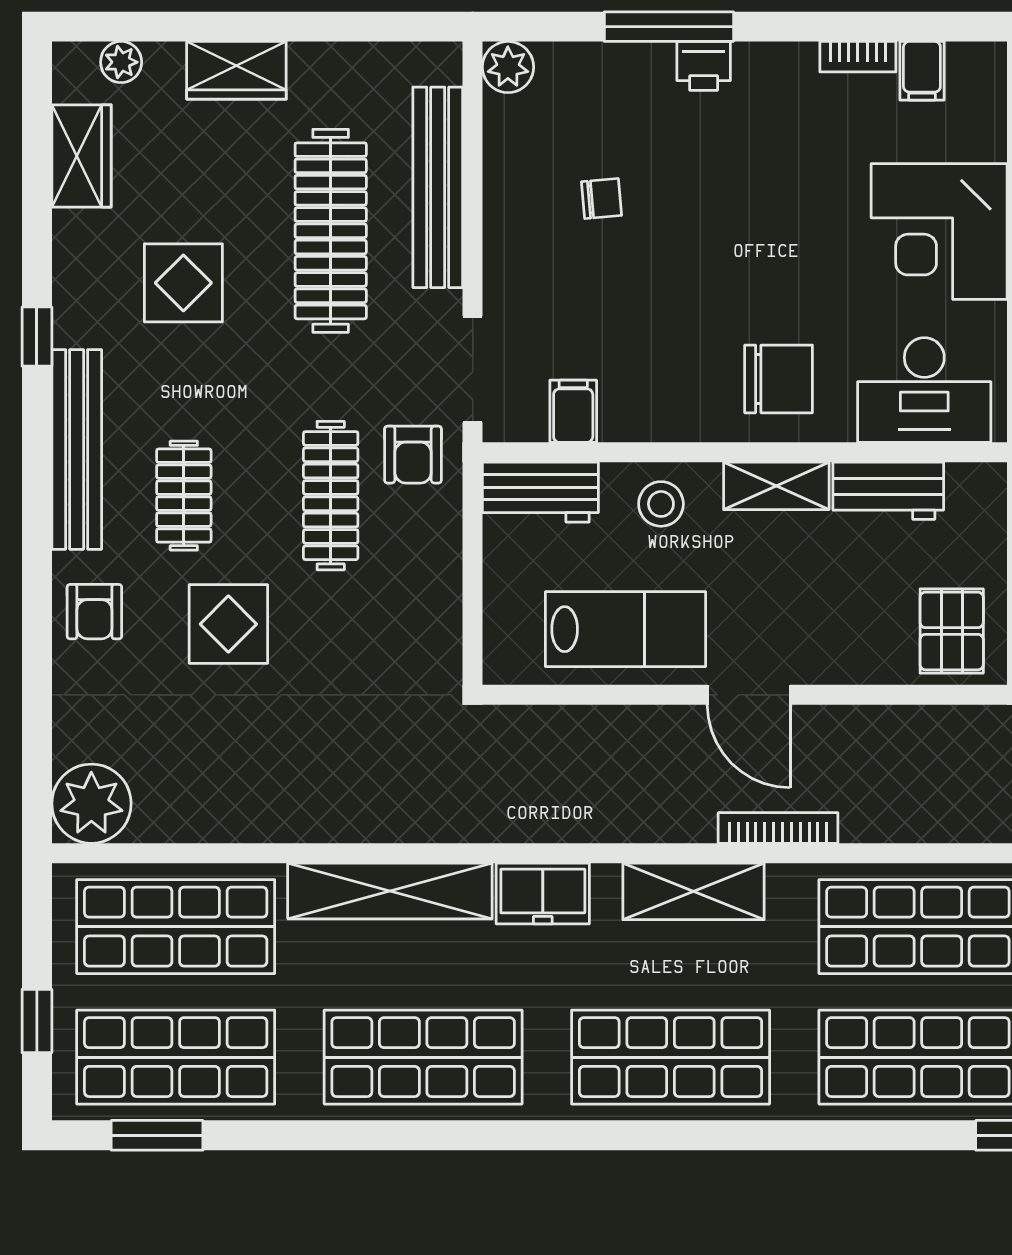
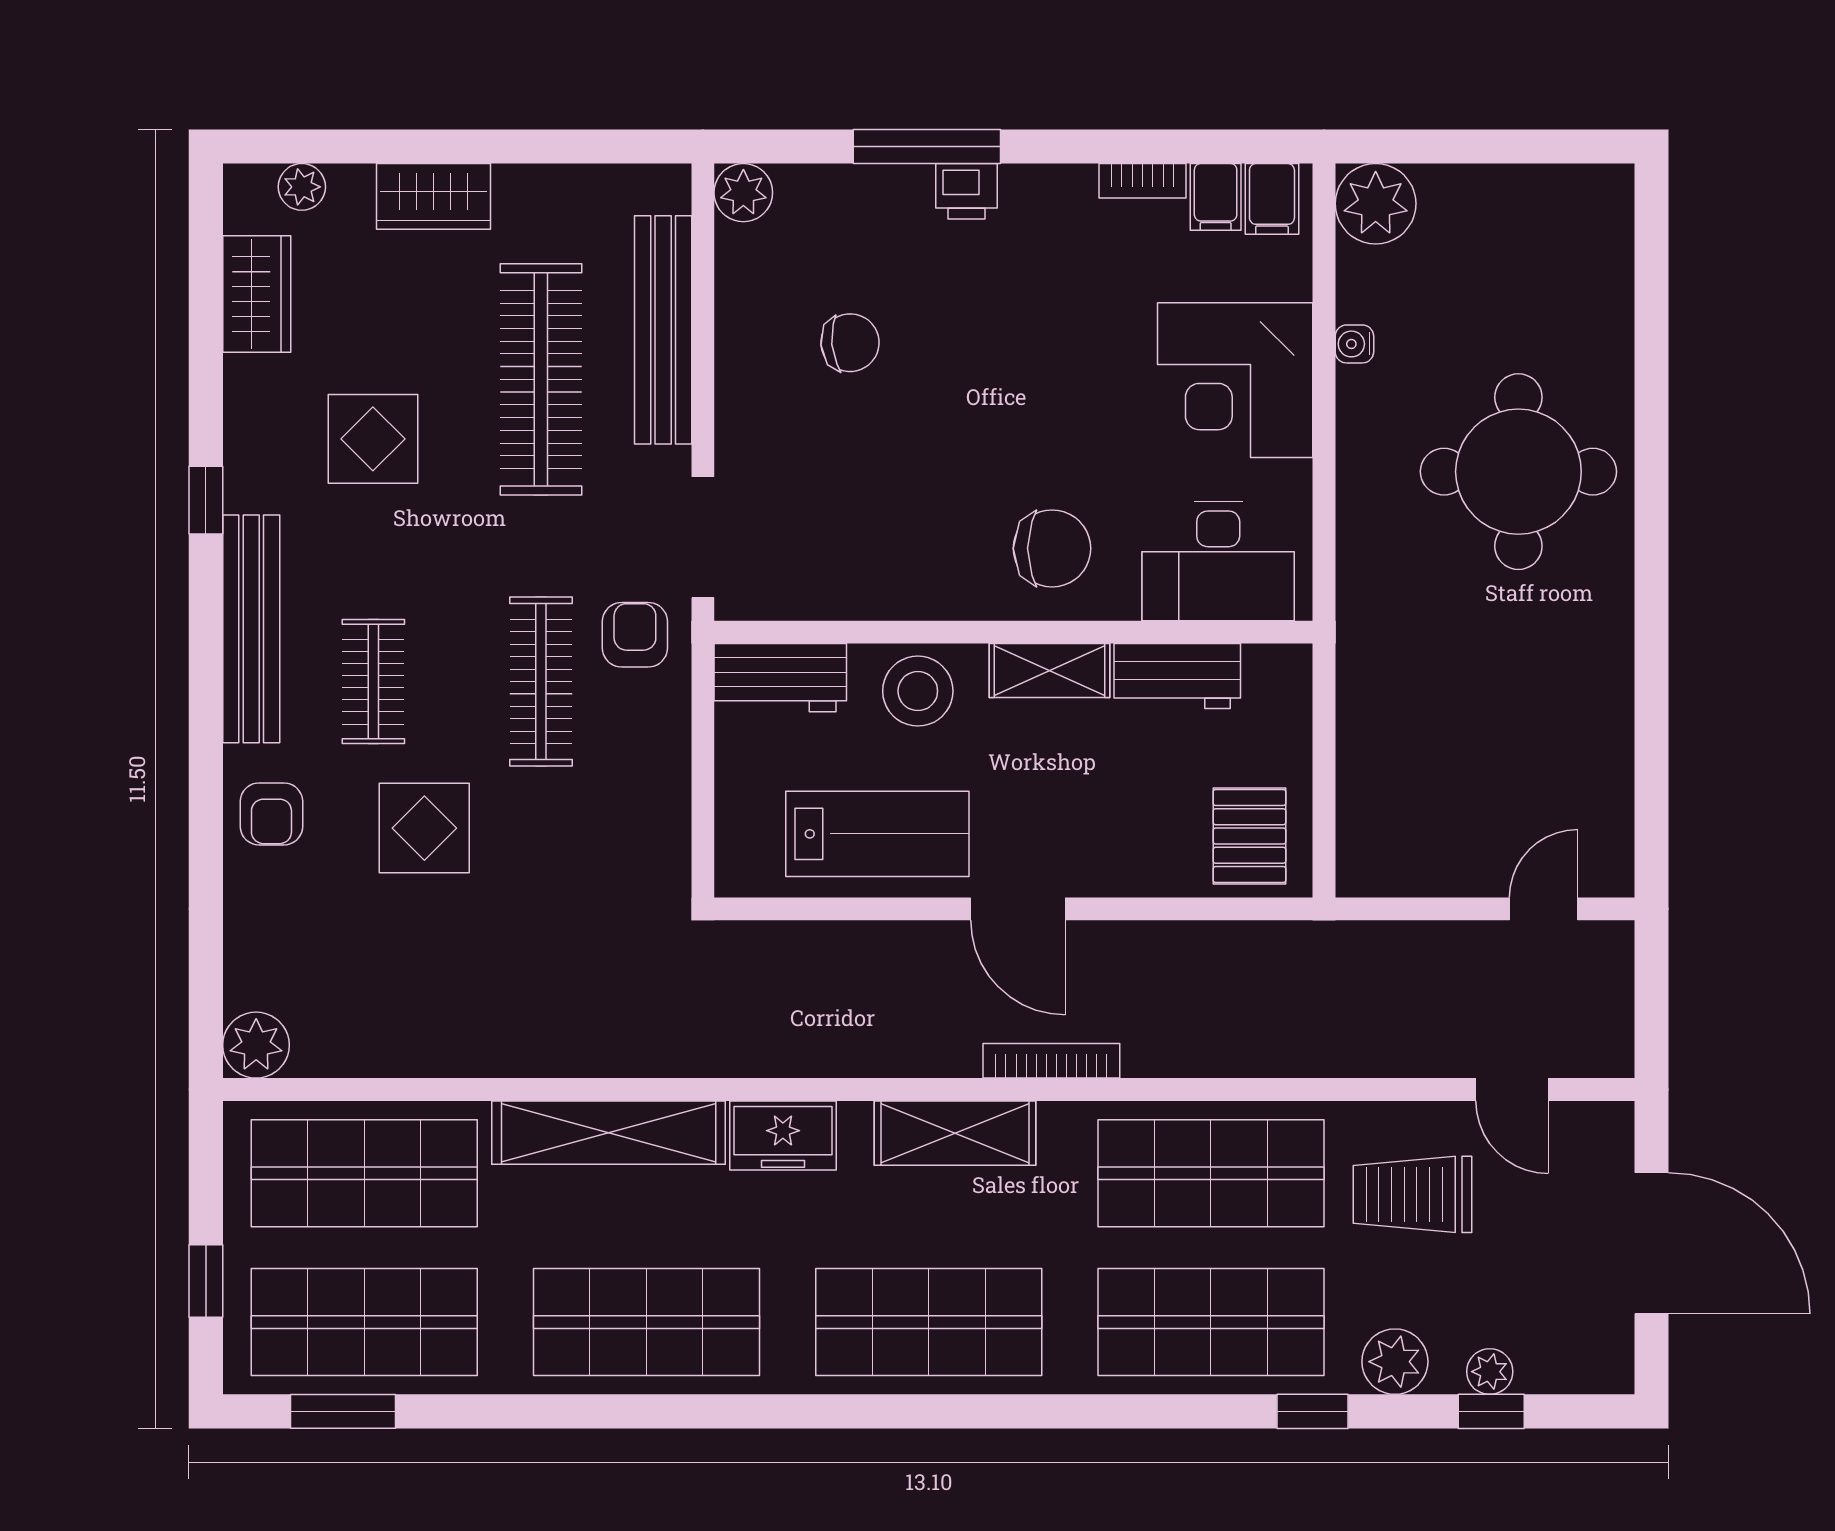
chair: (601, 199) -> (850, 343), width x1.37, depth x1.37
filing cabinet: (573, 411) -> (1272, 199), moved, turned 180
armchair: (413, 455) -> (635, 635), turned 180
stool: (661, 504) -> (918, 691), width x1.38, depth x1.38
plant: (91, 804) -> (256, 1045), width x0.73, depth x0.73

